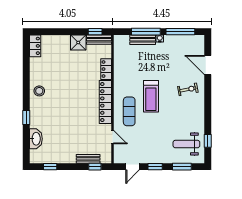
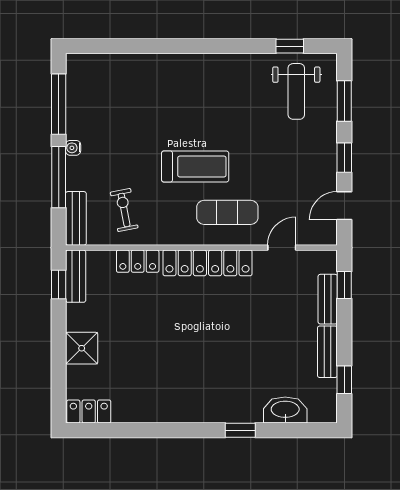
bench: (143, 40) -> (76, 218), moved
shower: (78, 43) -> (82, 348), moved
door: (208, 65) -> (129, 46), removed
exercise bike: (188, 89) -> (124, 210), moved
stool: (39, 91) -> (184, 403), removed
bench: (63, 159) -> (327, 352), added
door: (132, 167) -> (344, 206), swing flipped

